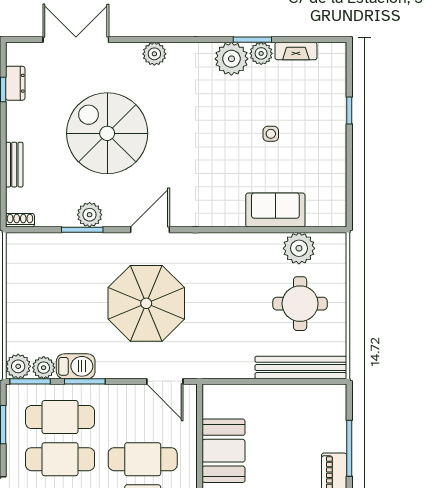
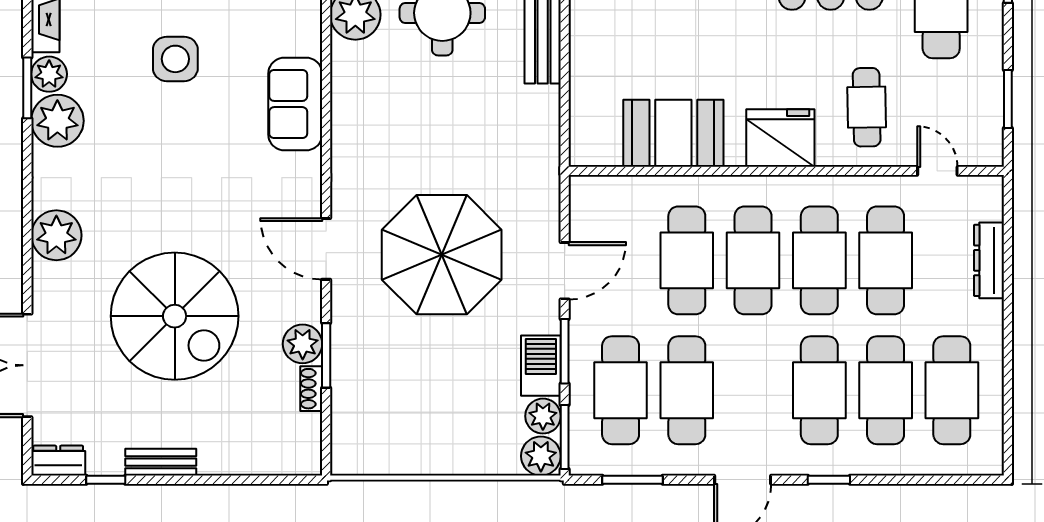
plant: (154, 54) -> (56, 235), width x1.36, depth x1.36
dresser: (15, 83) -> (58, 461), moved
spiral stairs: (107, 133) -> (175, 316), turned -90
side table: (271, 134) -> (175, 59), width x1.87, depth x1.87
bench: (14, 165) -> (161, 462), moved
sofa: (275, 210) -> (295, 104), moved
shoe rack: (20, 220) -> (311, 389), moved
door: (165, 381) -> (565, 271), moved

